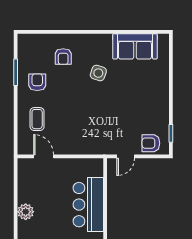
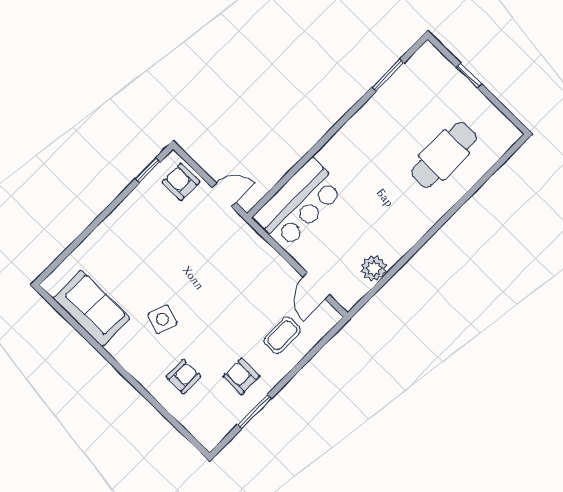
armchair: (37, 82) -> (241, 377), turned 90
armchair: (151, 143) -> (181, 182), turned 180
bar counter: (88, 205) -> (299, 203), moved
plant: (26, 212) -> (374, 268), moved

